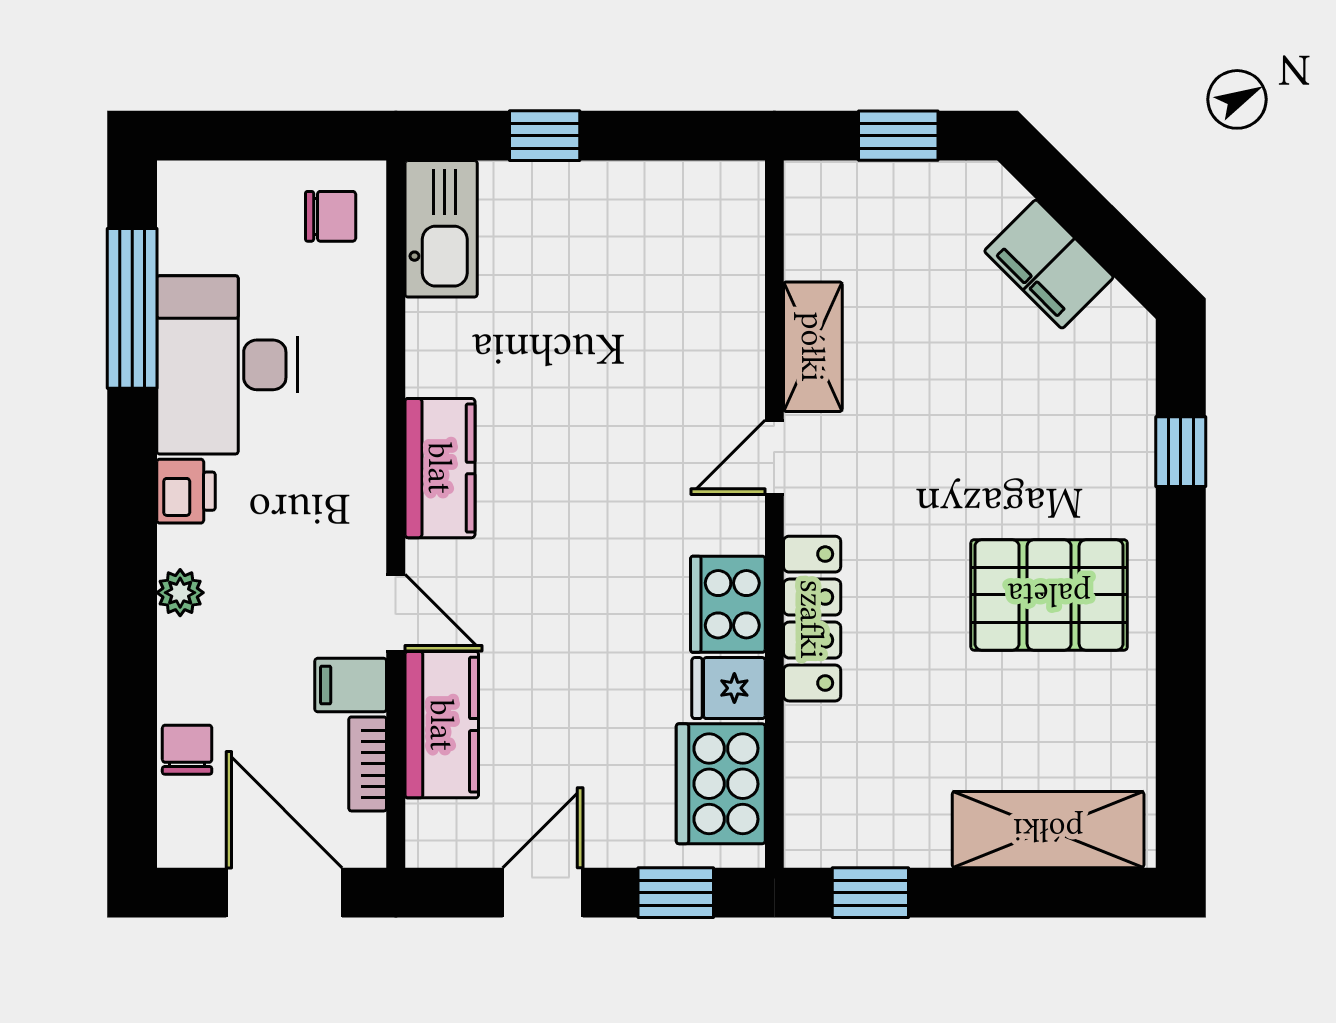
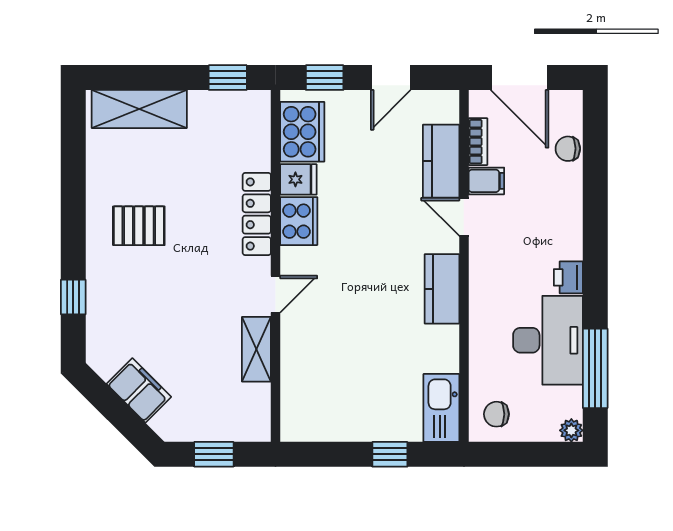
plant: (180, 593) -> (571, 430), moved
pallet: (1049, 595) -> (139, 226), width x0.67, depth x0.71
chair: (187, 750) -> (568, 149), turned 90

